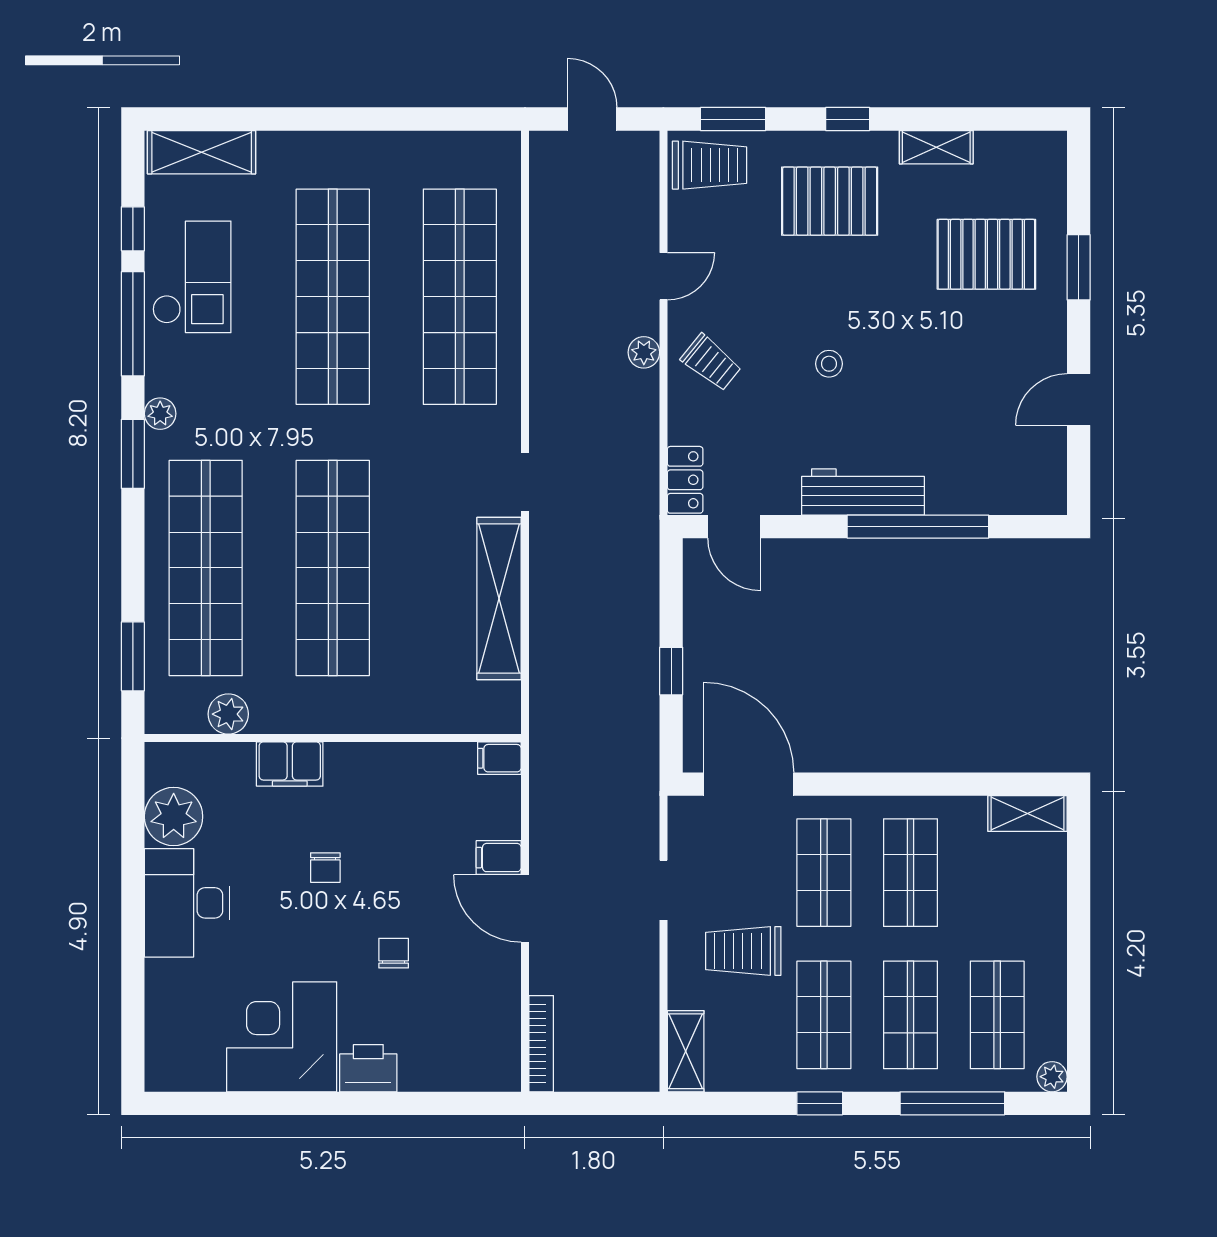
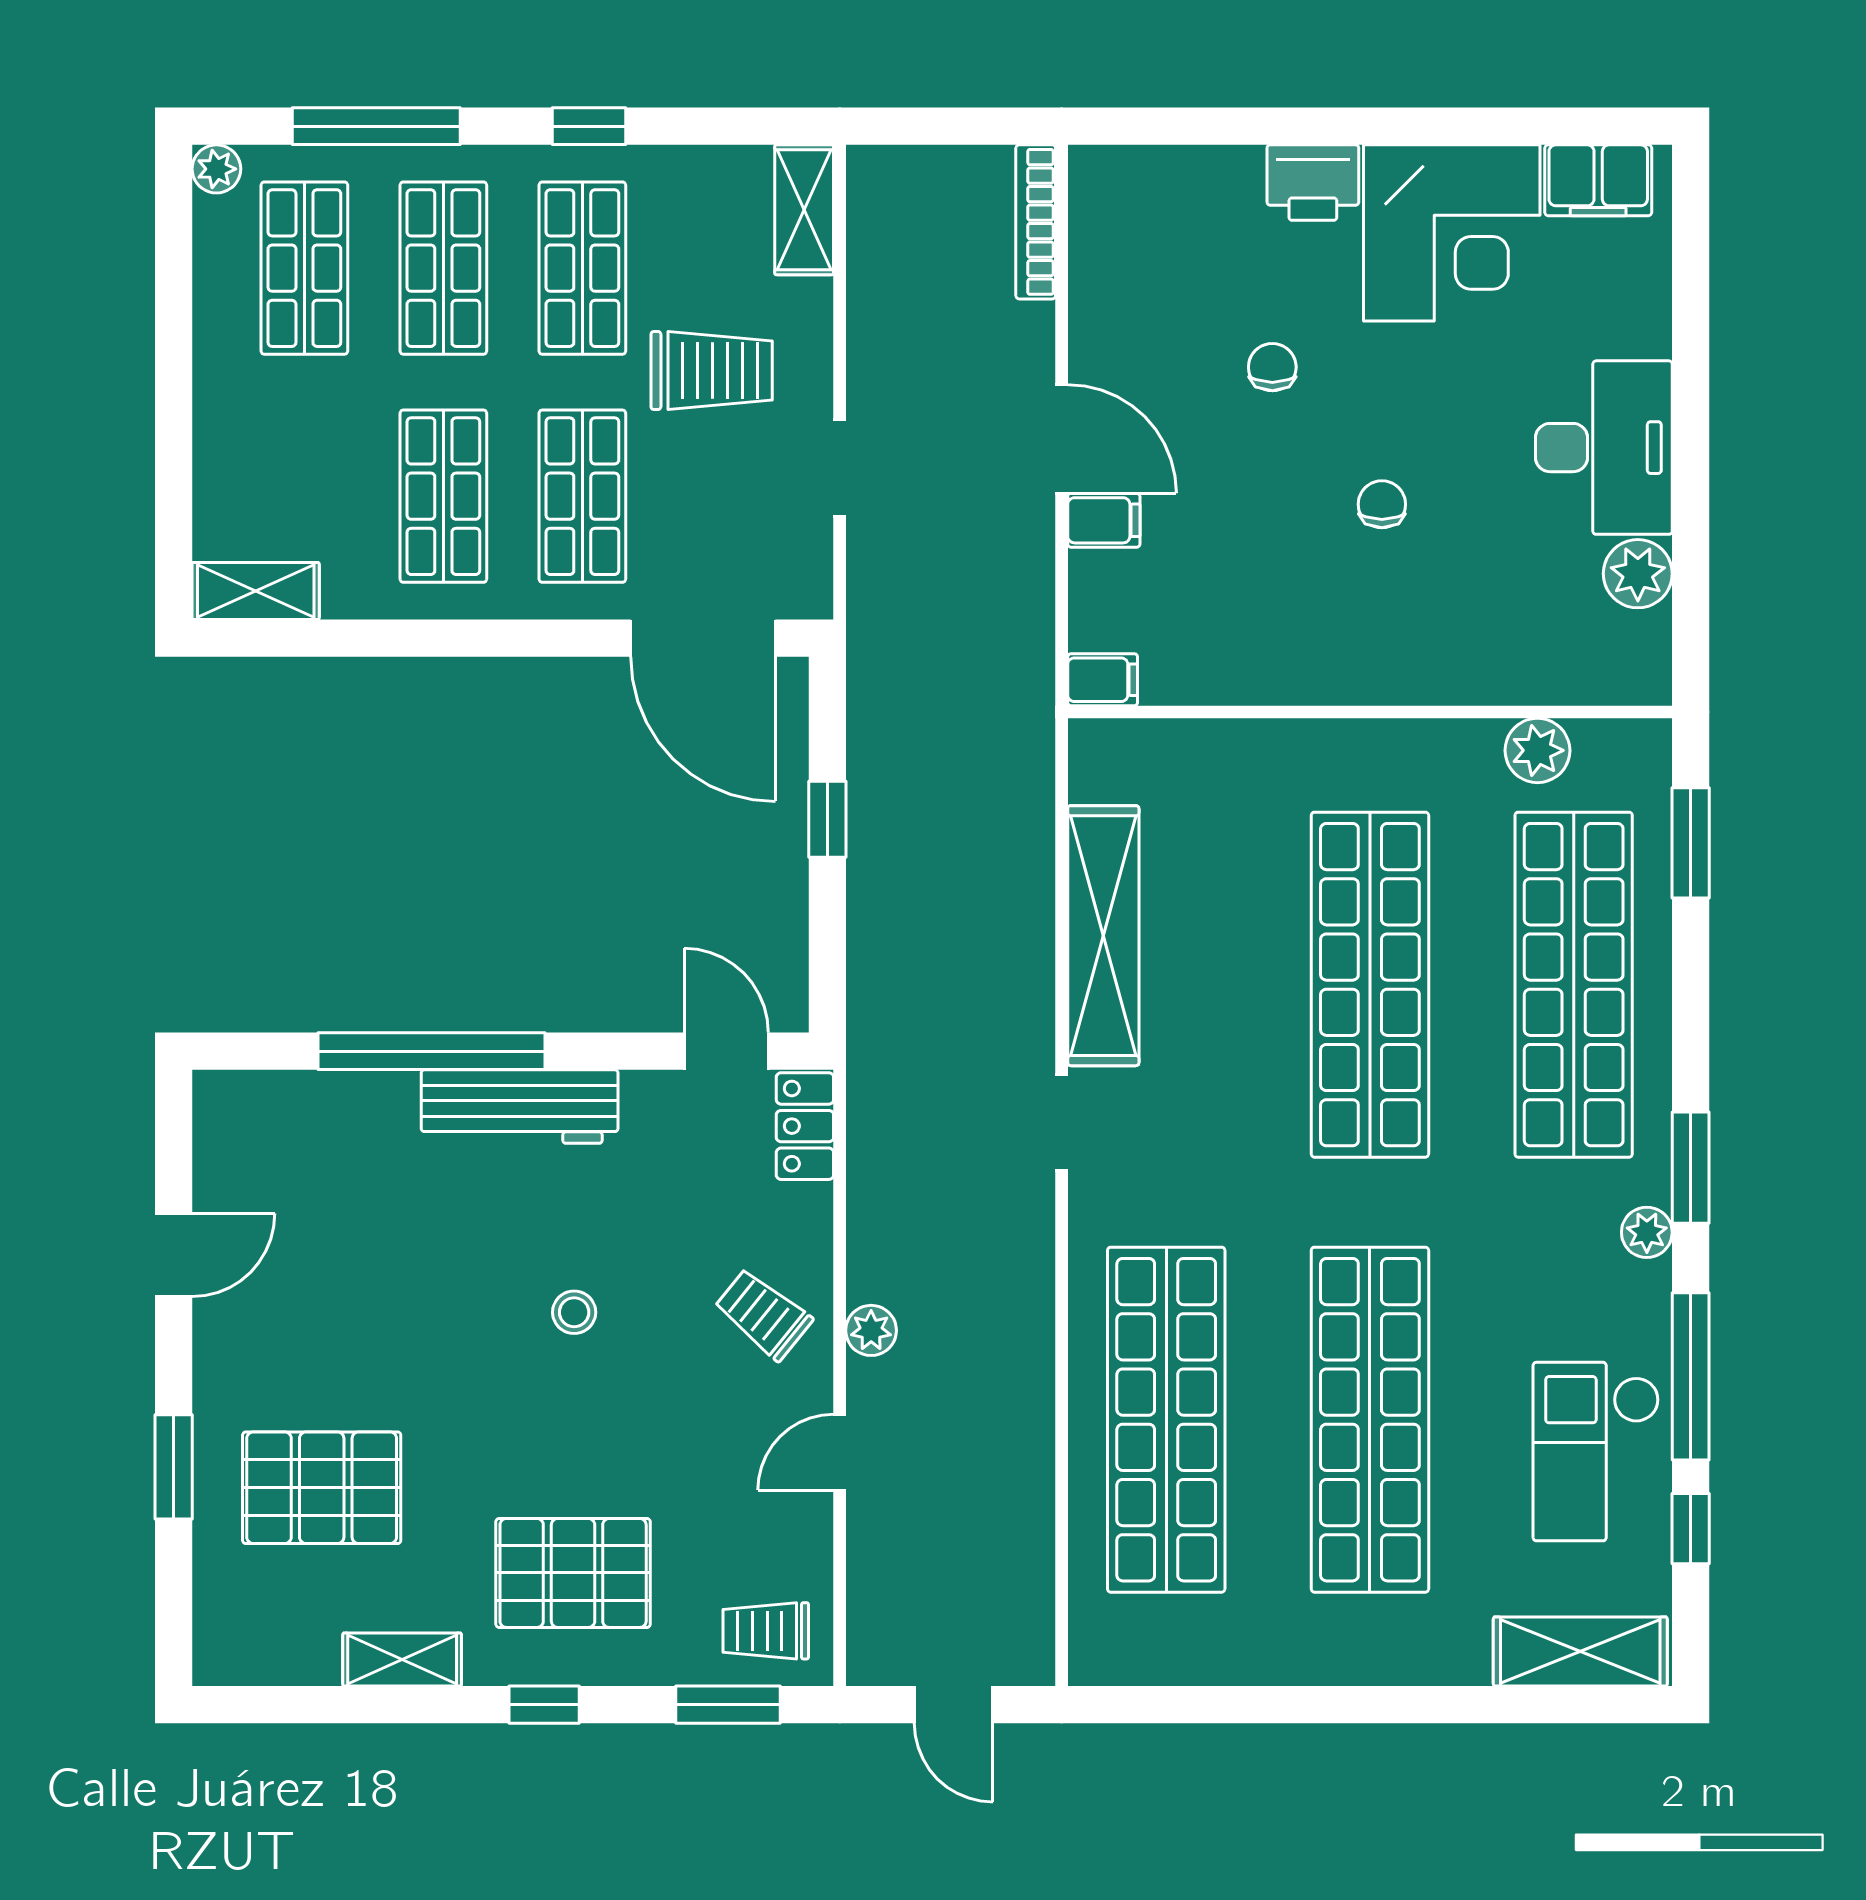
trolley: (709, 165) -> (766, 1631), width x0.73, depth x0.72
filing cabinet: (290, 764) -> (1598, 180), moved, turned 180
plant: (174, 817) -> (1638, 574), width x0.73, depth x0.73
chair: (394, 953) -> (1272, 367), turned 180

